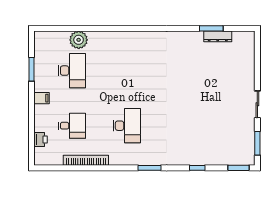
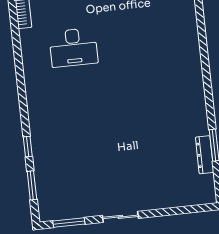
window: (149, 168) -> (21, 83), removed
window: (238, 168) -> (32, 185), moved

